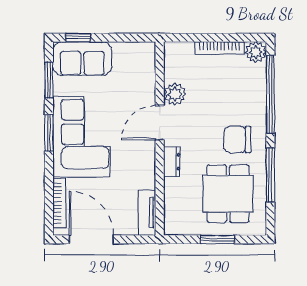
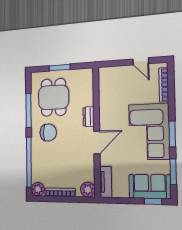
plant: (175, 94) -> (88, 190), moved
tv unit: (147, 213) -> (106, 182), moved
door: (91, 239) -> (141, 61), width x0.53

